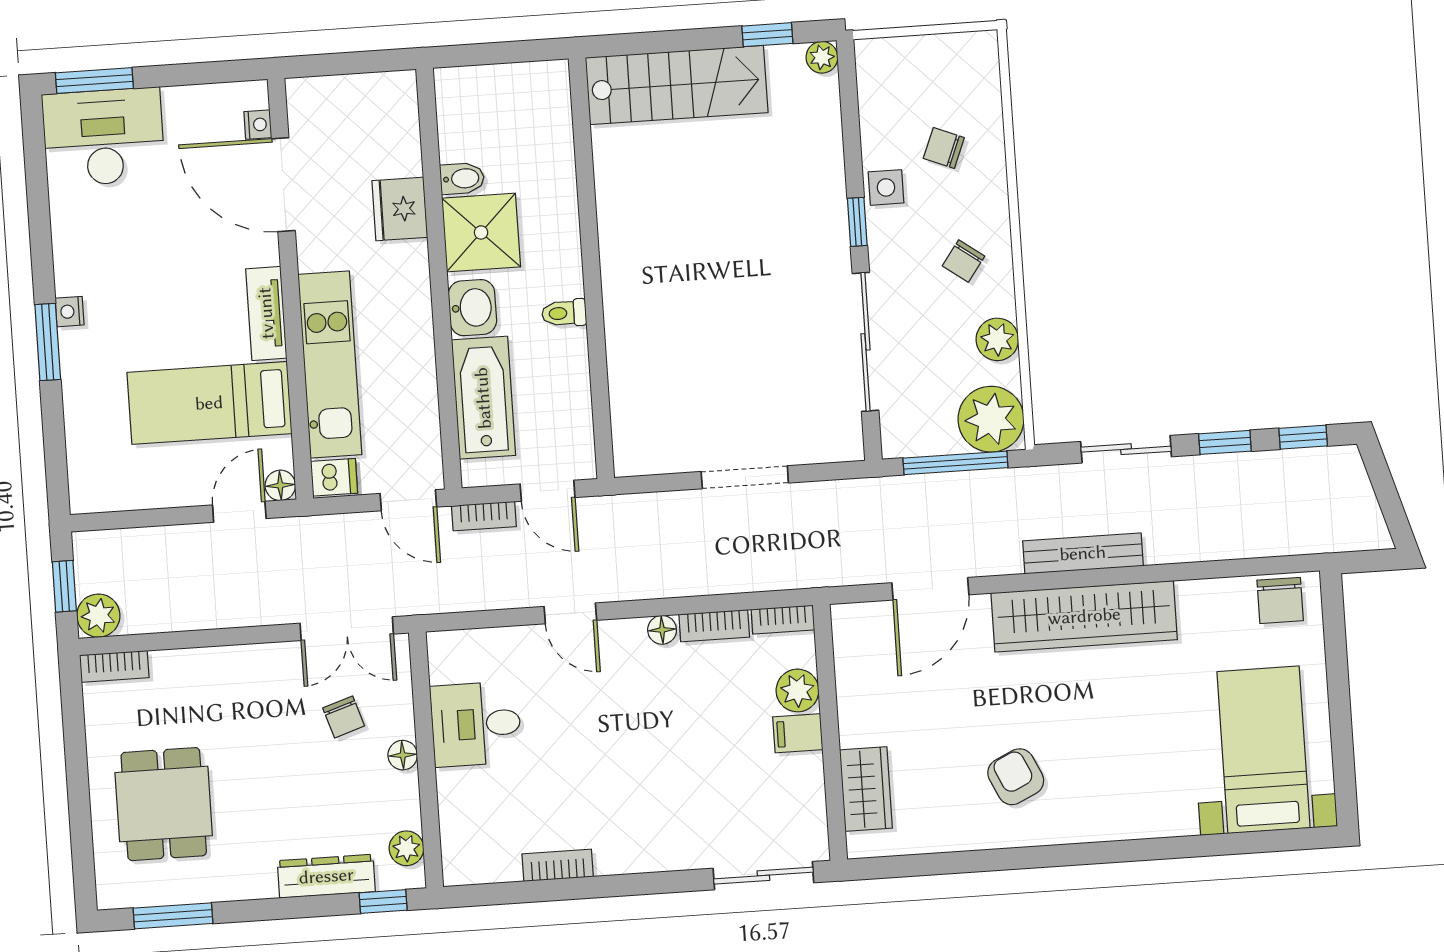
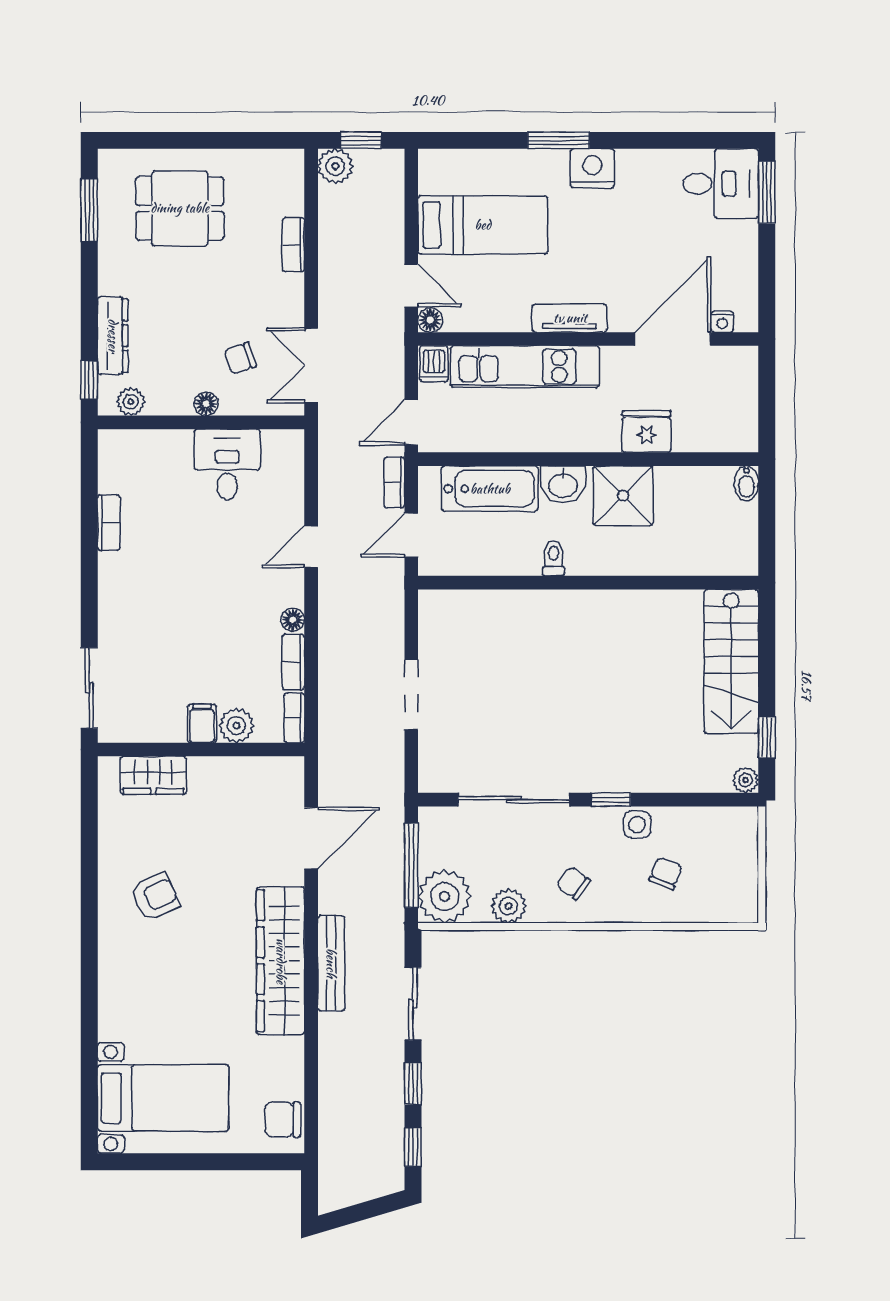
desk: (104, 137) -> (721, 184), width x0.73
bidet: (462, 178) -> (746, 483), moved
nightstand: (70, 312) -> (592, 168), width x1.89, depth x1.79
bed: (209, 403) -> (483, 225), moved, turned 90
door: (930, 589) -> (311, 838), swing flipped
bookcase: (114, 666) -> (293, 245), moved

